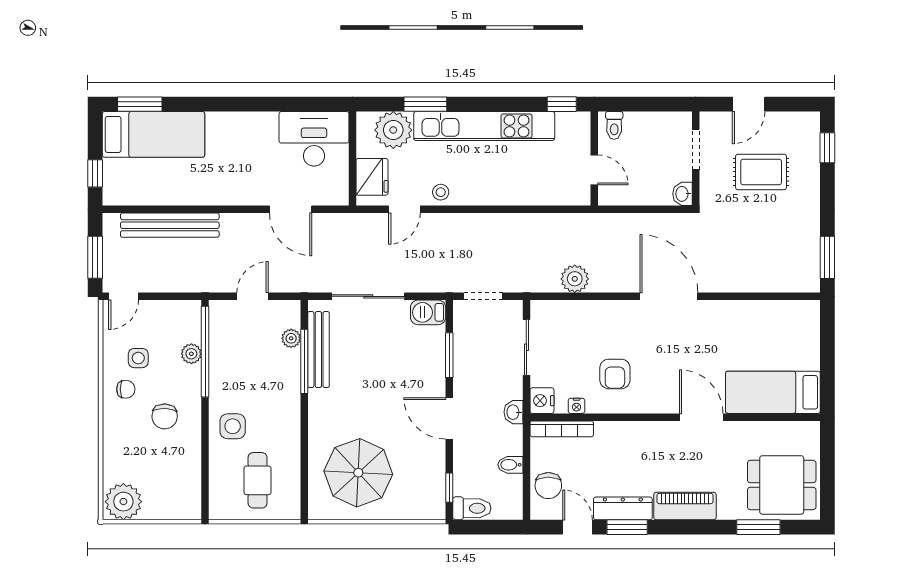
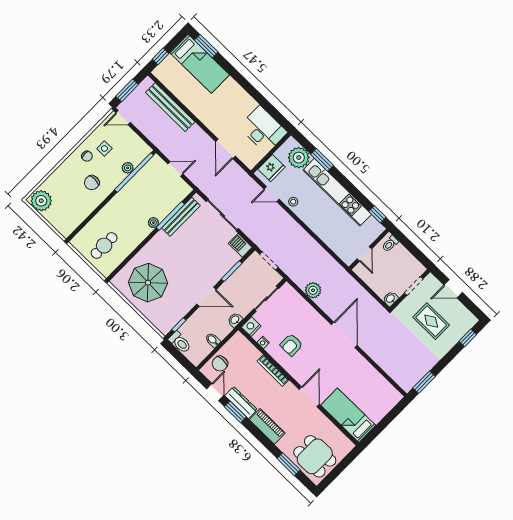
plant: (291, 338) -> (153, 223), moved
door: (449, 418) -> (206, 297), swing flipped
side table: (233, 426) -> (115, 214), removed
bookcase: (562, 429) -> (273, 370), moved

